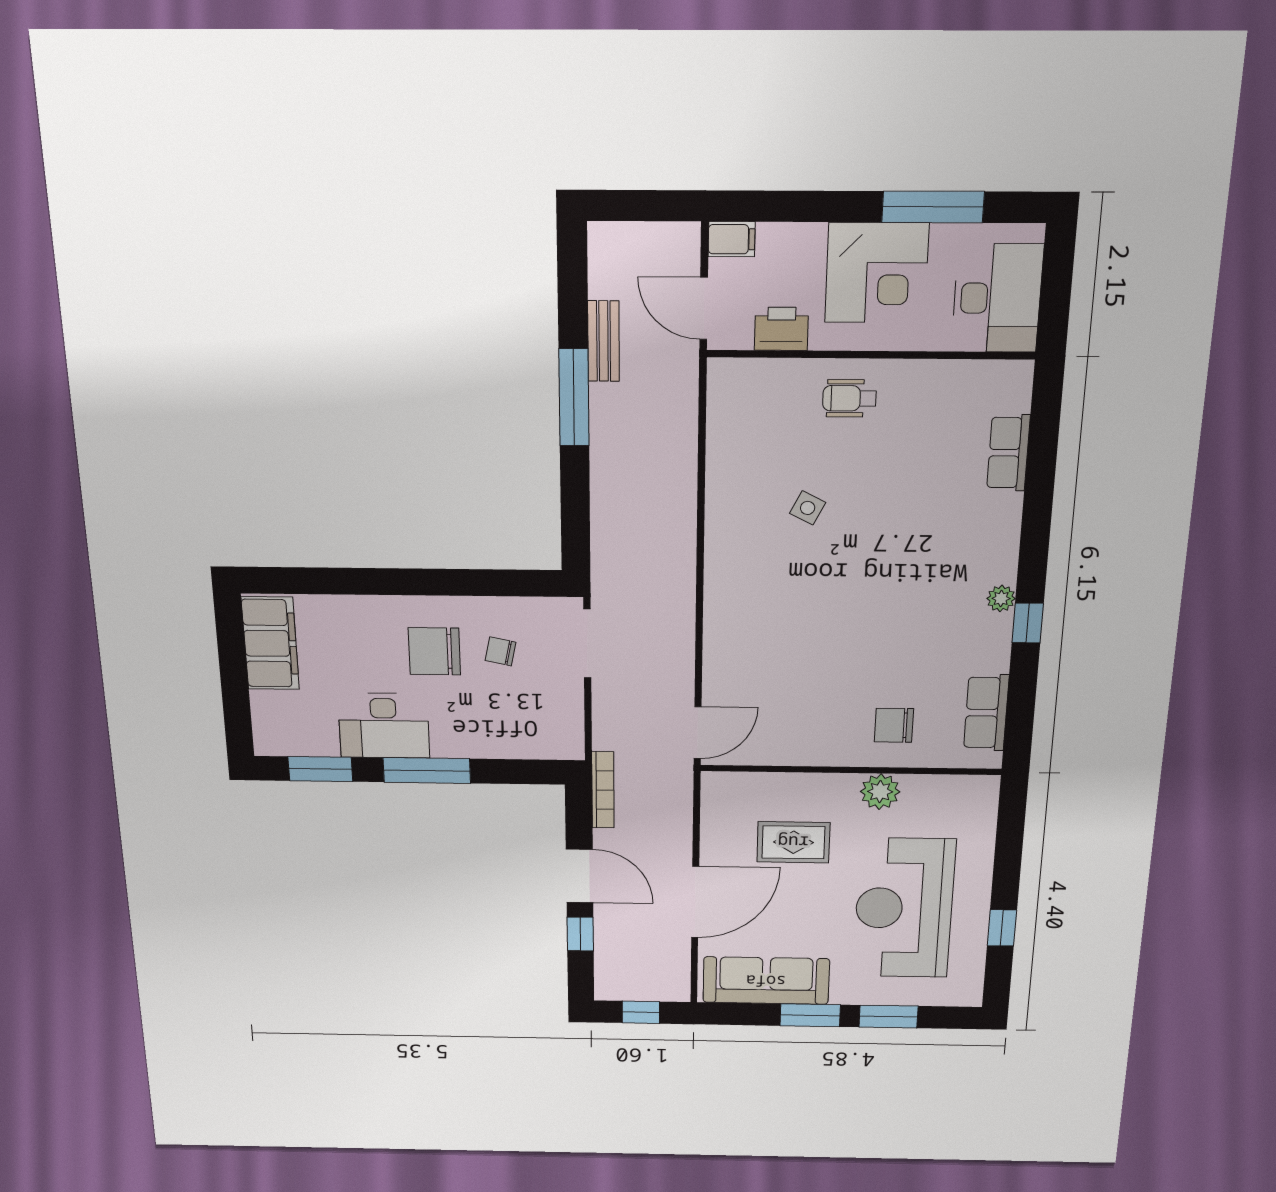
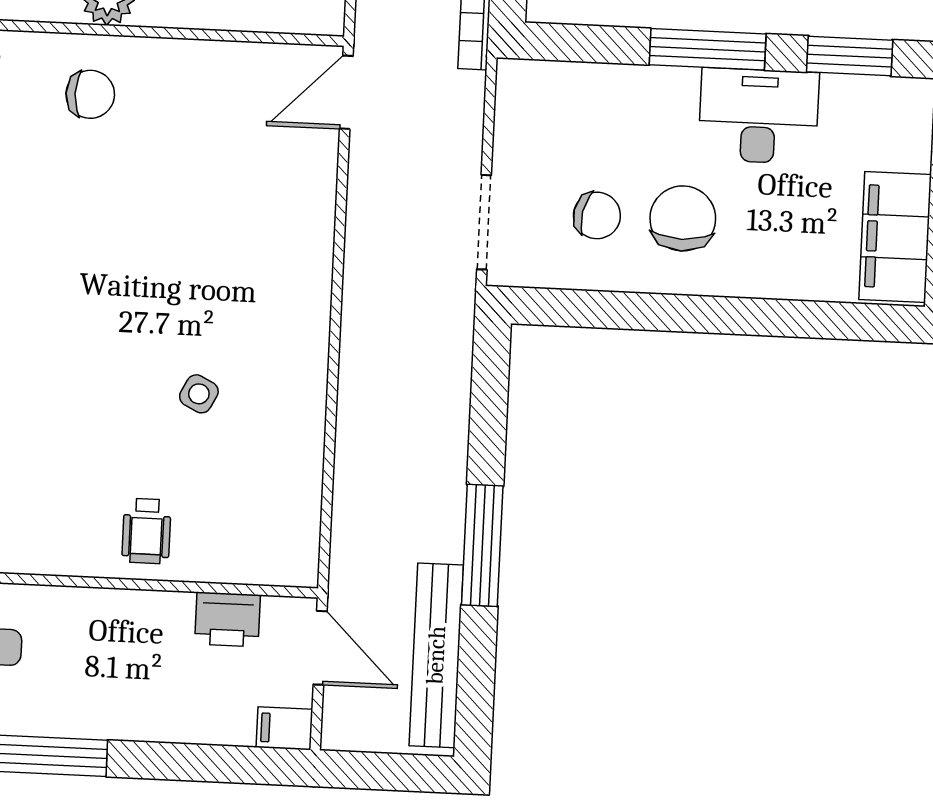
corner desk: (877, 273) -> (114, 682), removed
bench: (604, 341) -> (436, 655), width x1.86, depth x1.21
wheelchair: (849, 398) -> (146, 531), turned 90
chair: (434, 651) -> (683, 218), turned -90
chair: (500, 651) -> (597, 215), width x1.37, depth x1.37

